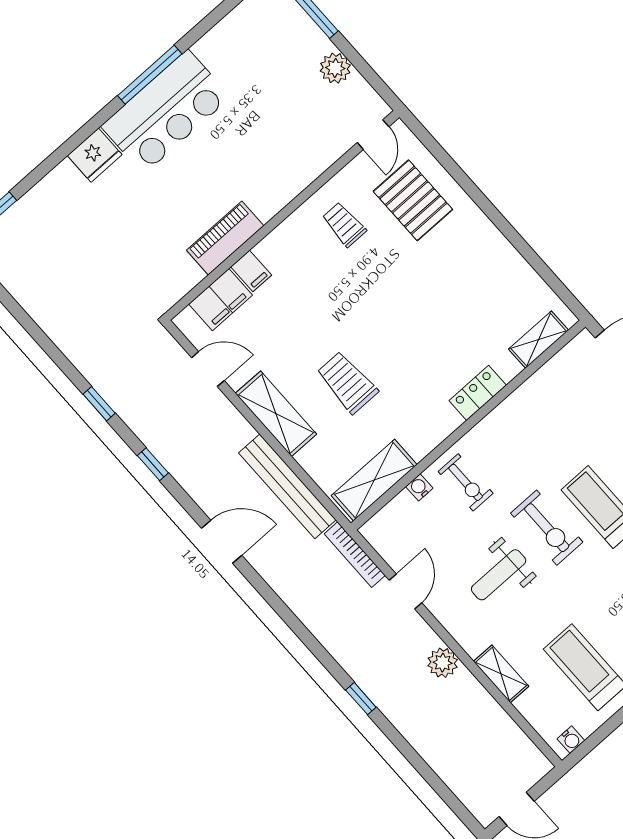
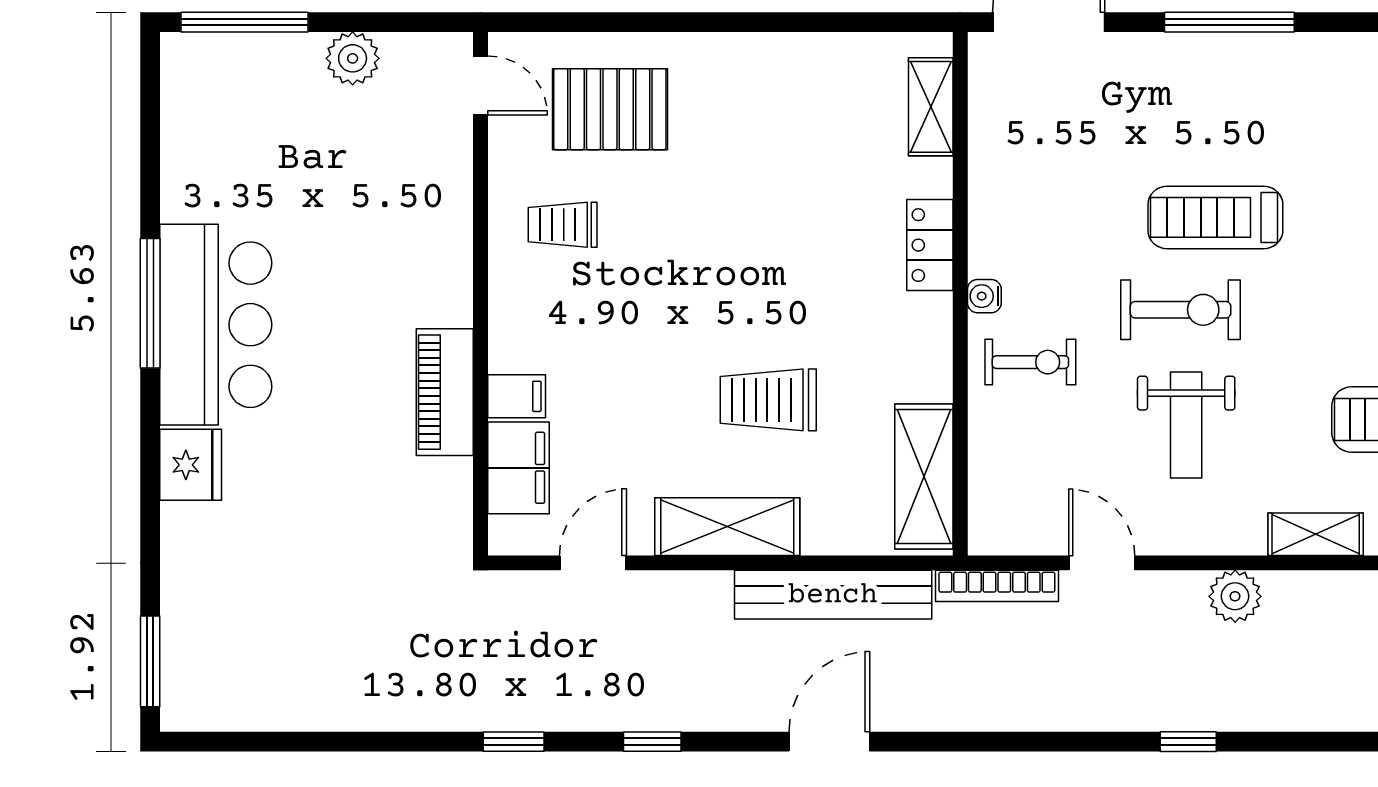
water cooler: (419, 487) -> (984, 296), moved

